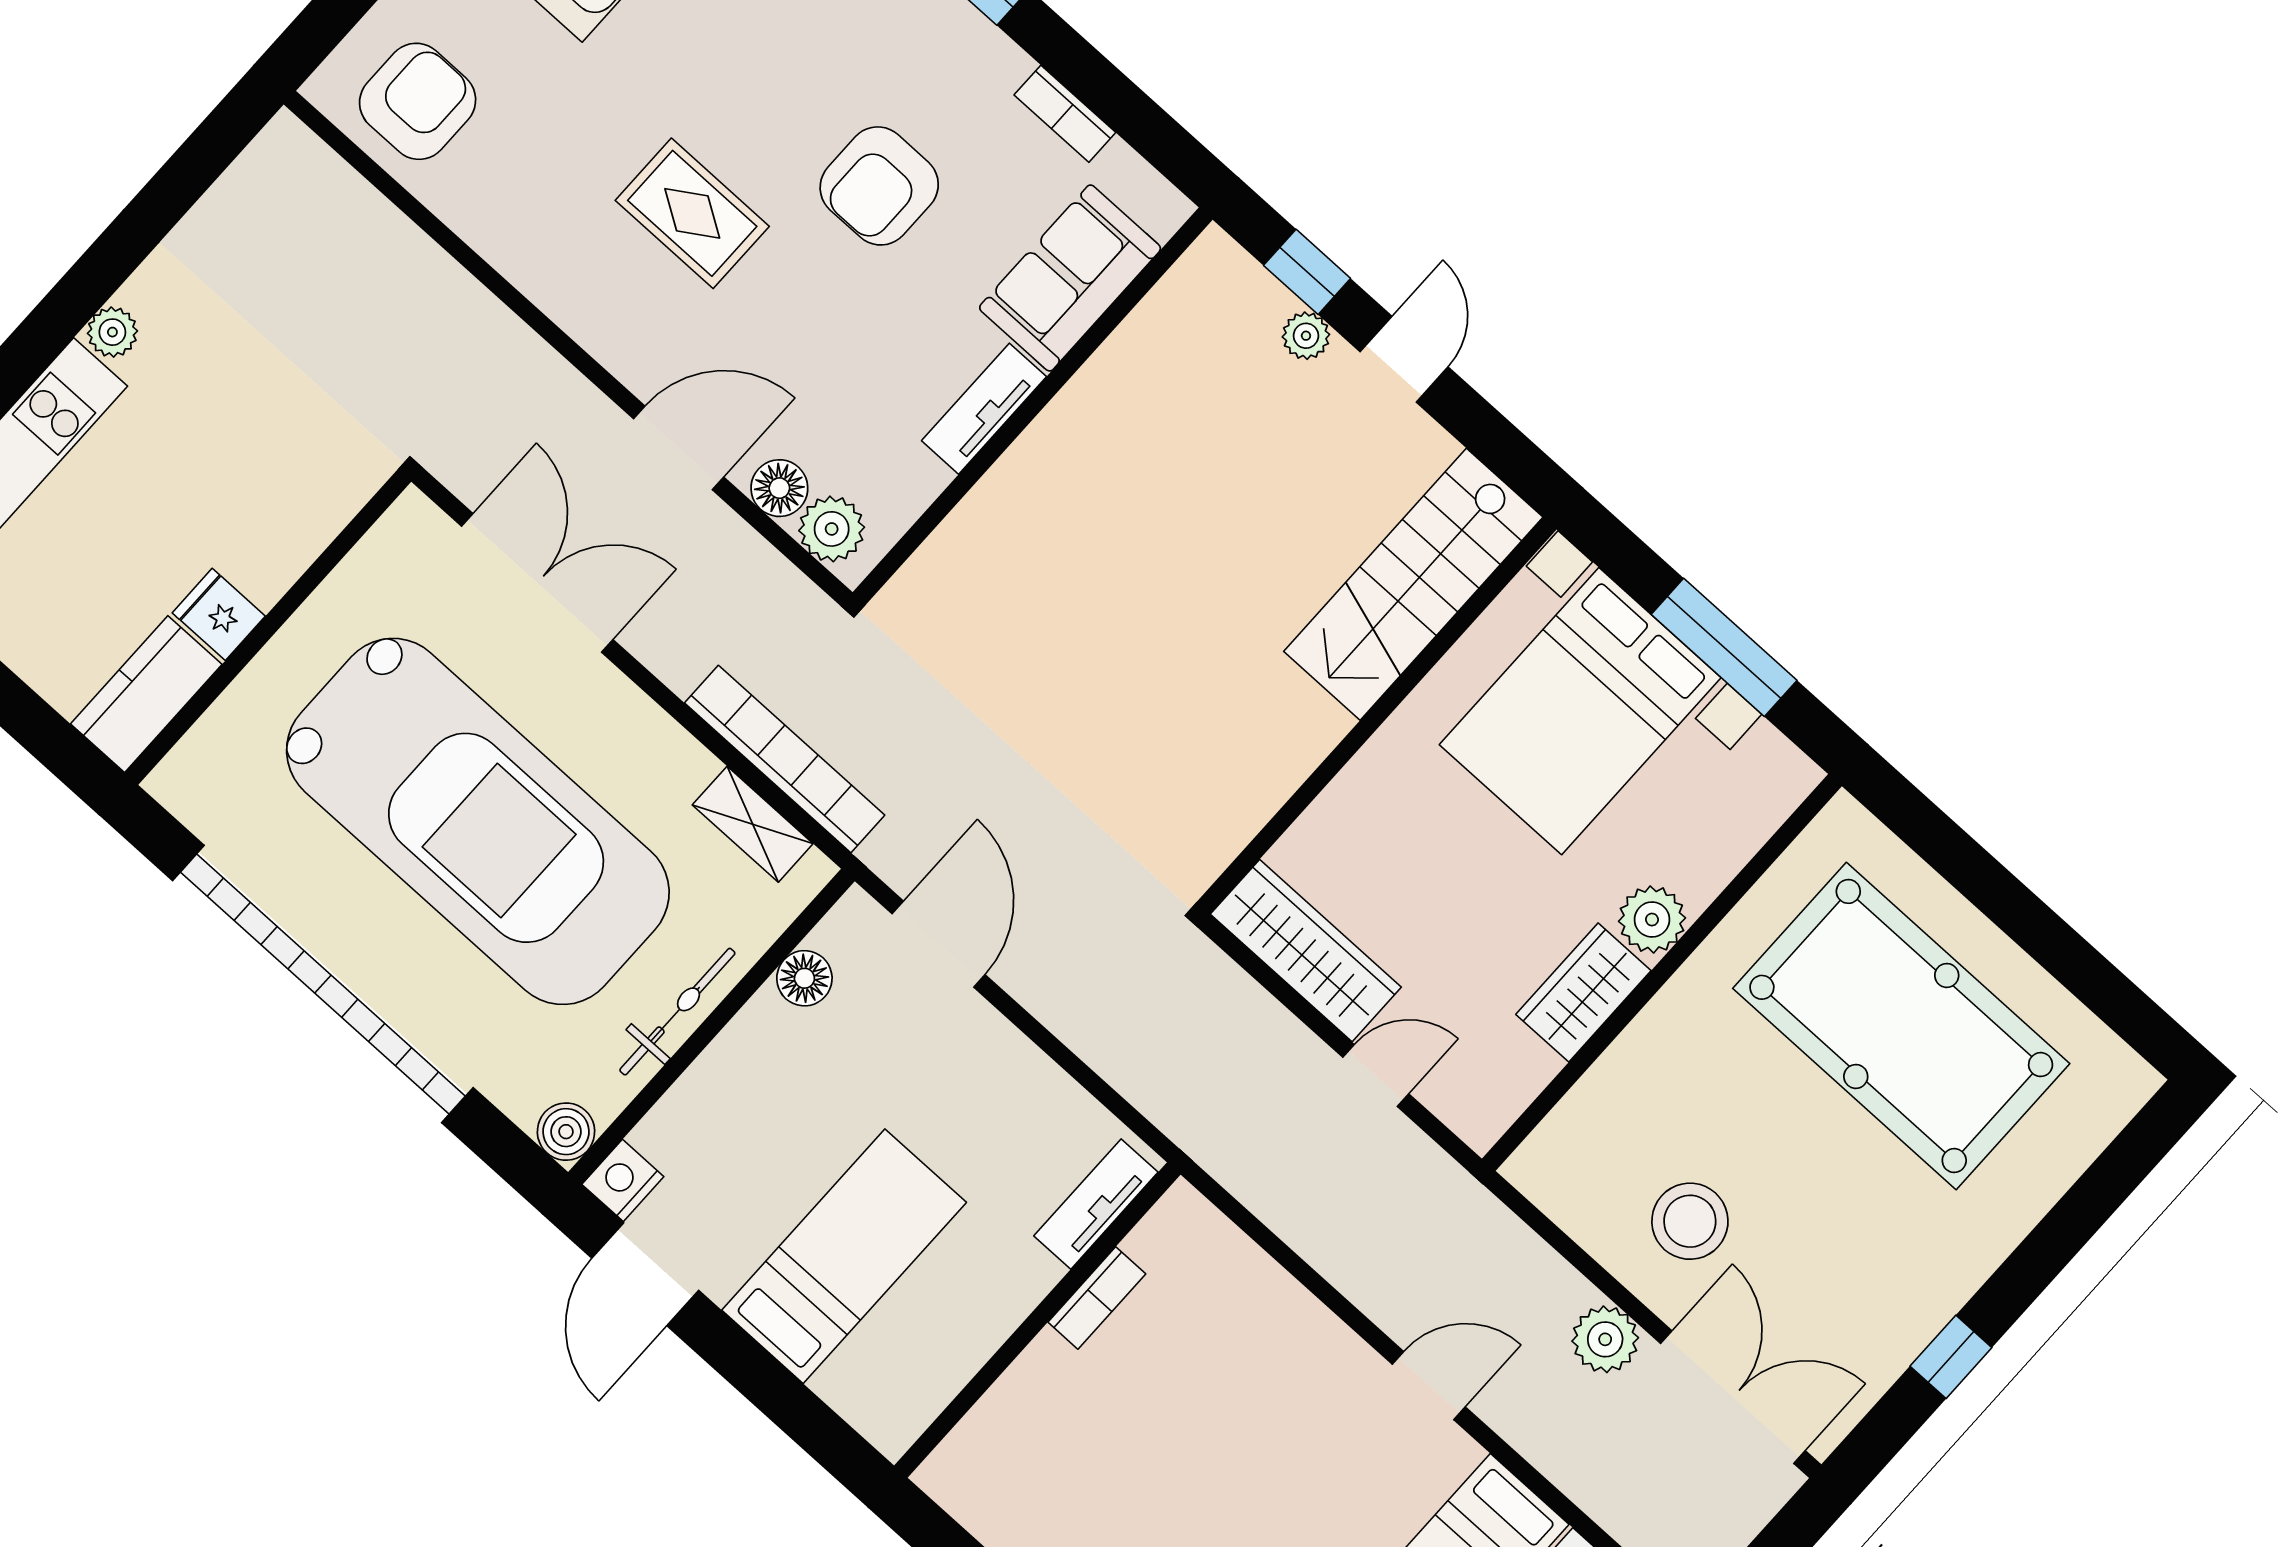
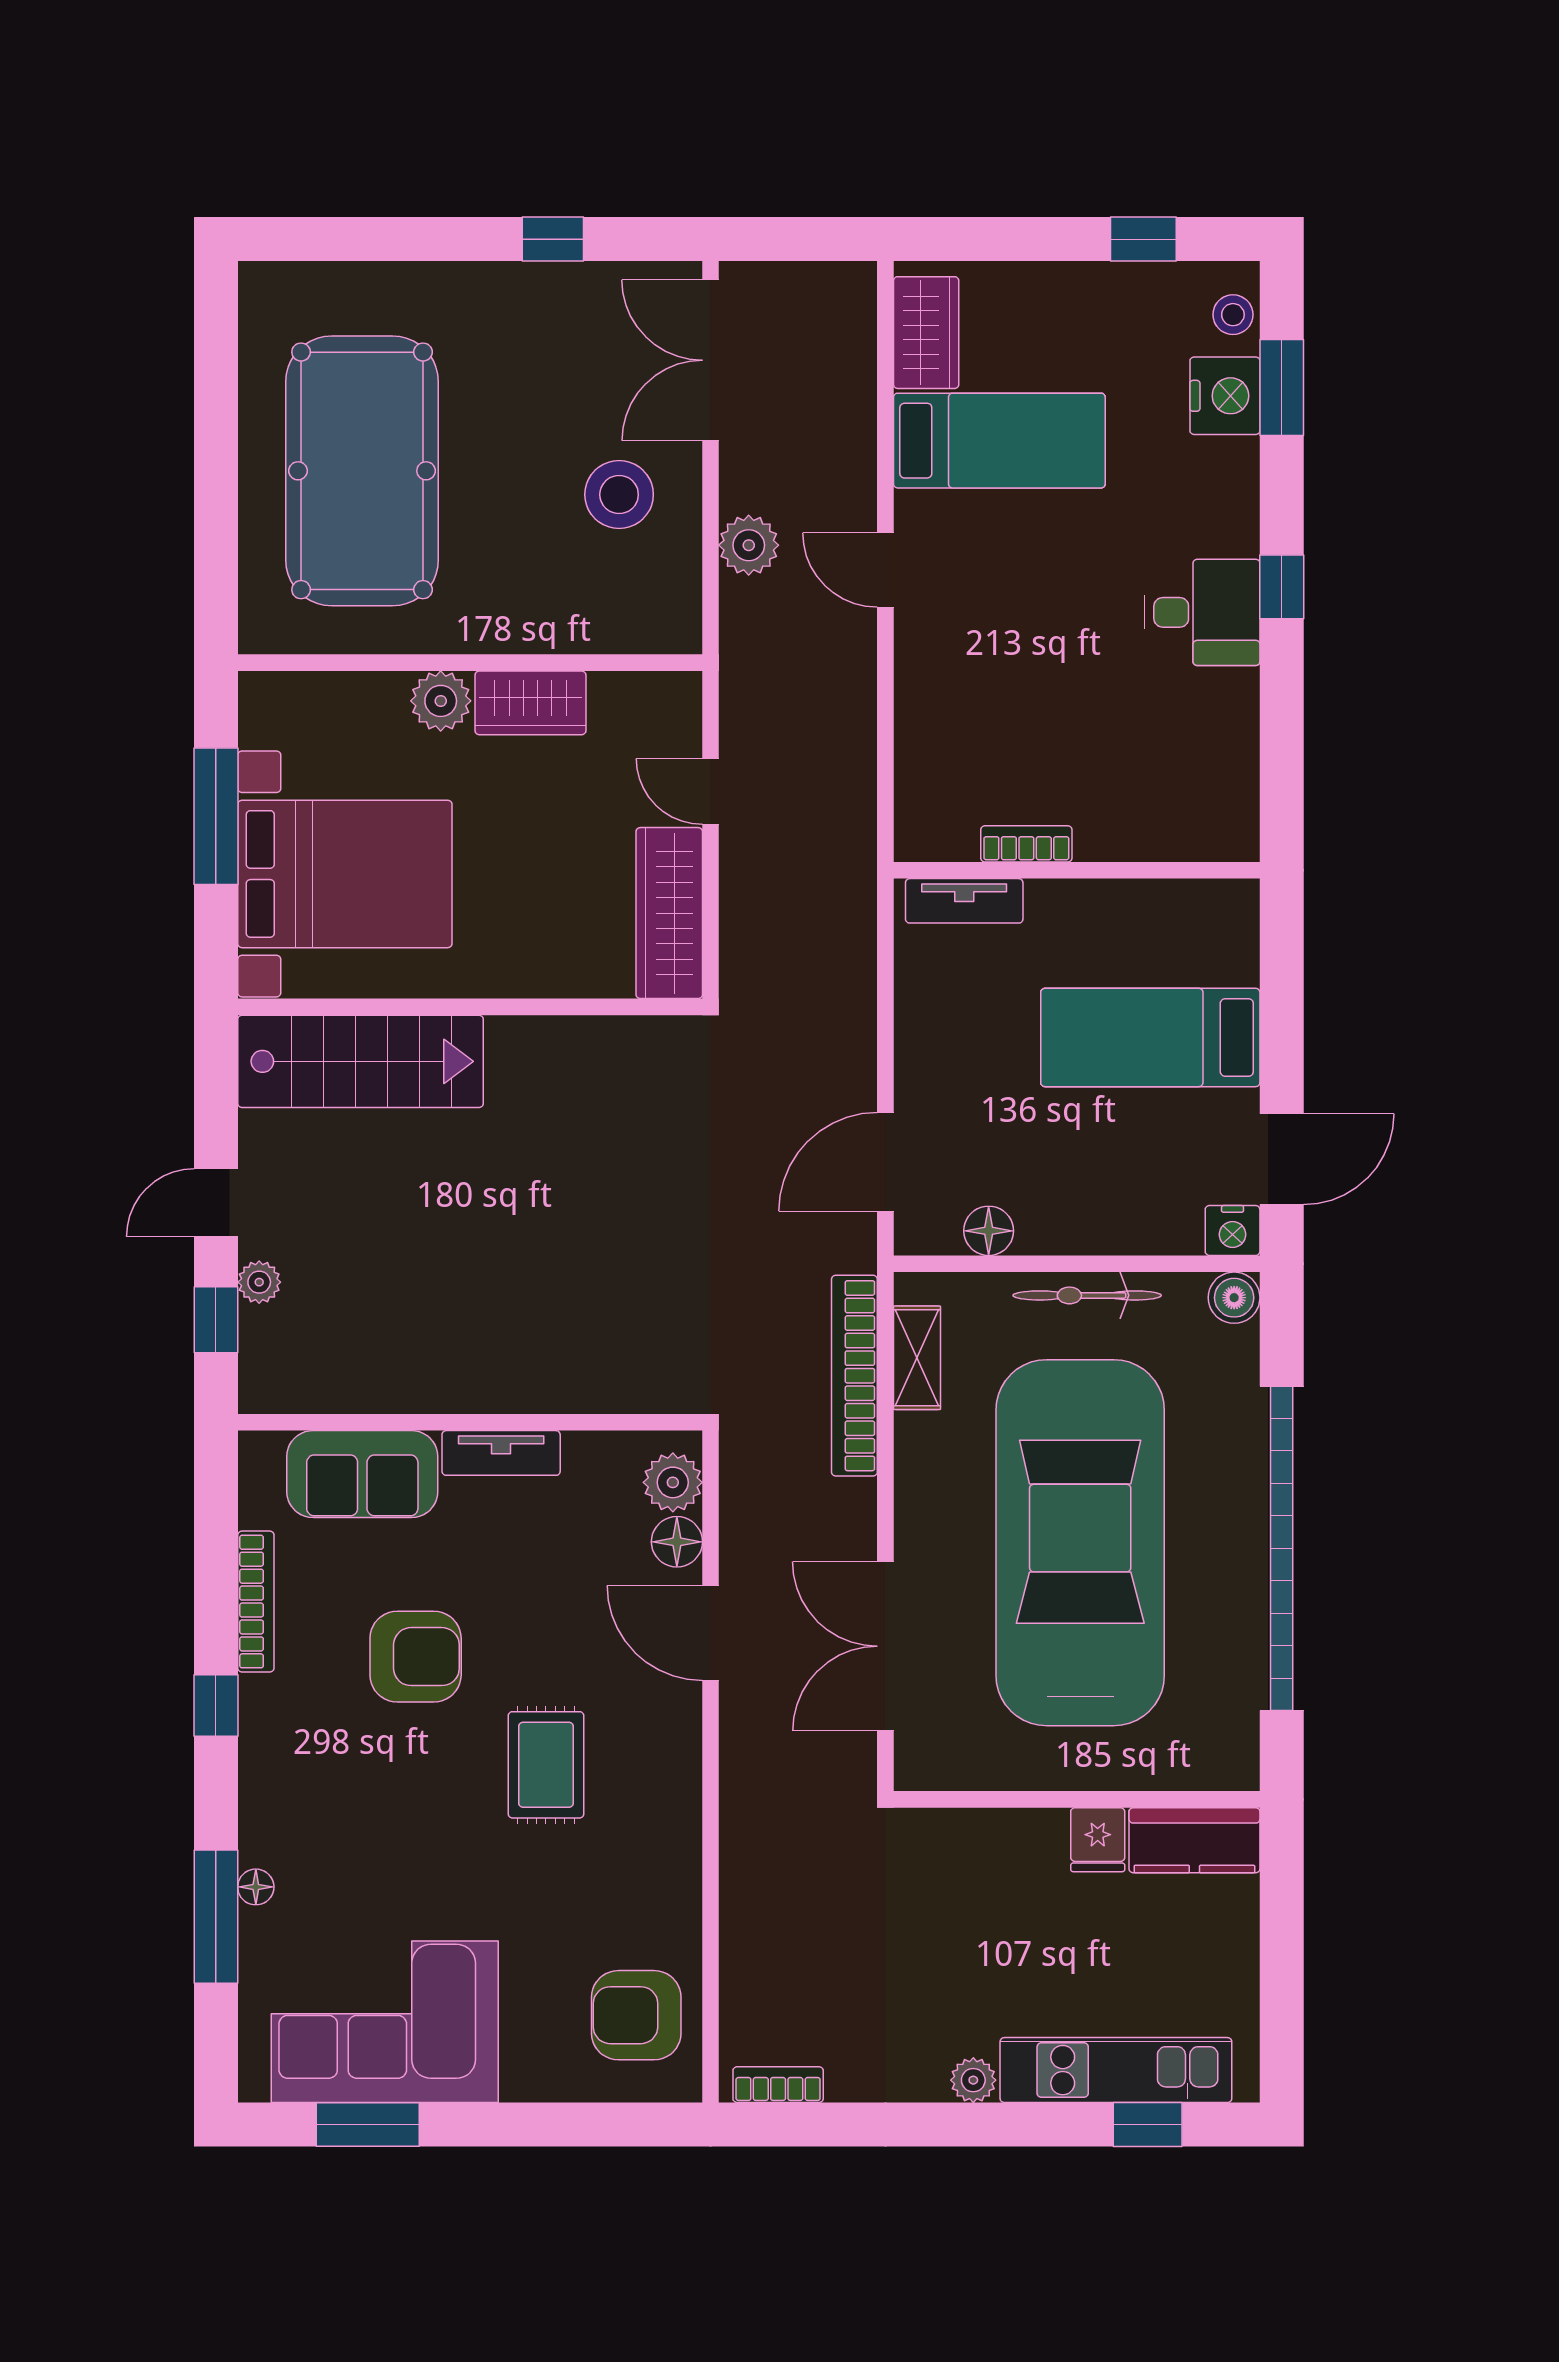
bookcase: (1065, 114) -> (256, 1602), width x1.56
bookcase: (254, 167) -> (778, 2085), added
plant: (1605, 1339) -> (749, 545), moved

